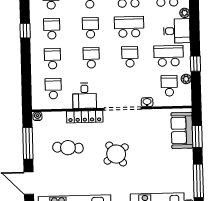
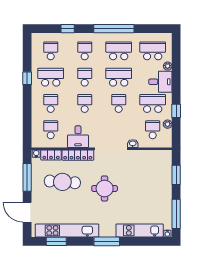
school desk: (52, 29) -> (51, 77), width x1.85
locker: (54, 117) -> (51, 155), added
sofa: (182, 130) -> (163, 169), removed
cafe table: (68, 148) -> (62, 182), width x1.37, depth x1.35
round table: (116, 154) -> (105, 188), turned 37

